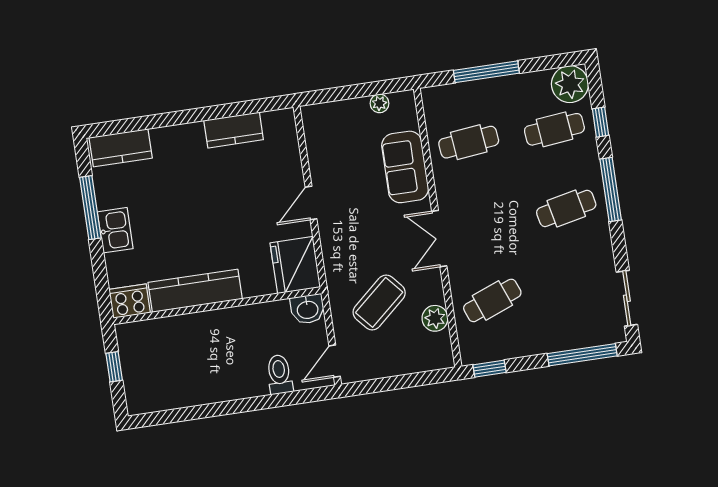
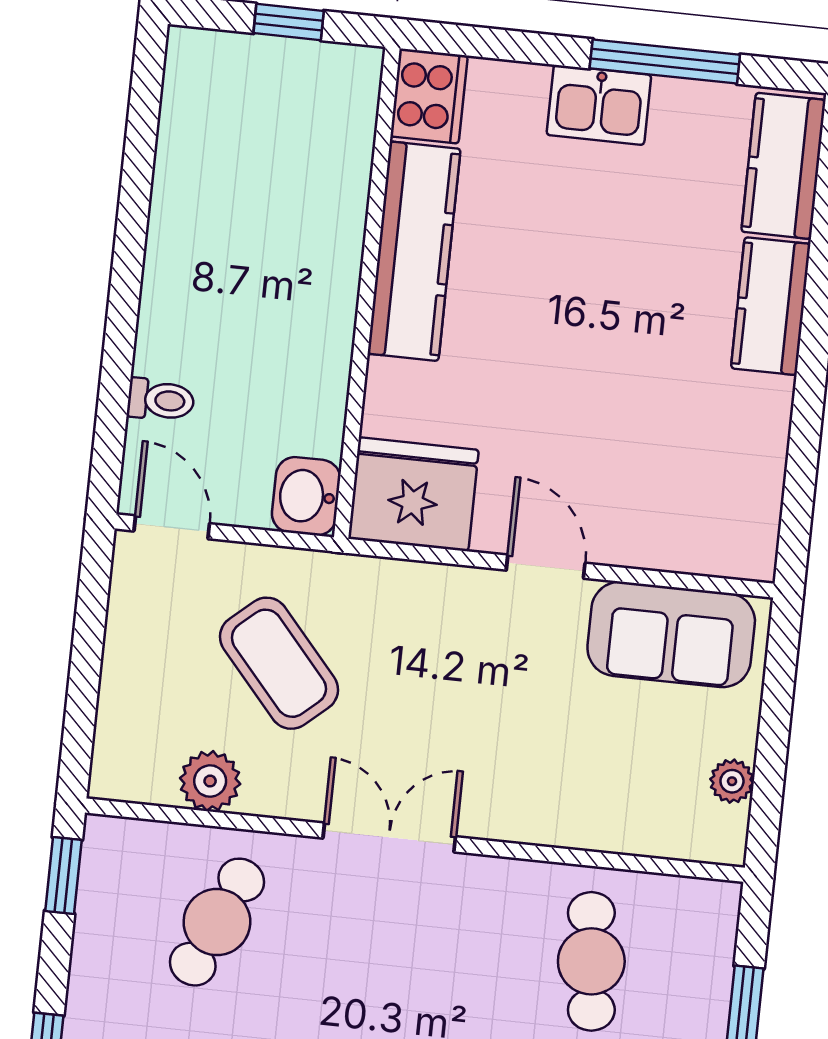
kitchen counter: (234, 130) -> (771, 306), moved
sofa: (405, 167) -> (671, 634), moved, turned 180
cafe table: (492, 300) -> (217, 922), turned 45
toilet: (279, 374) -> (161, 400), width x0.73, depth x0.72

